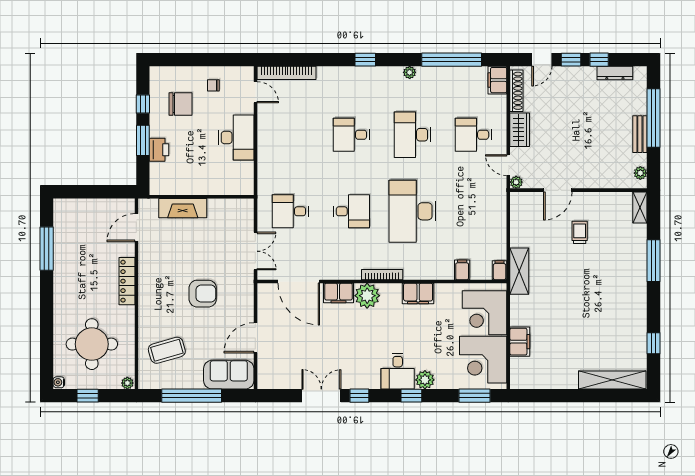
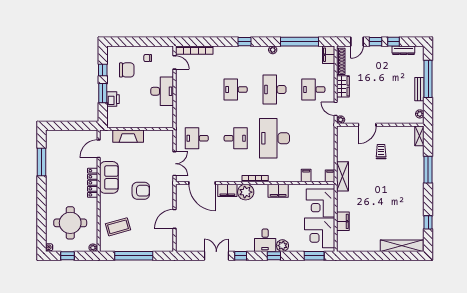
sofa: (229, 375) -> (109, 177), moved, turned 90

